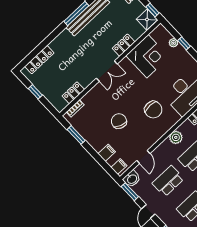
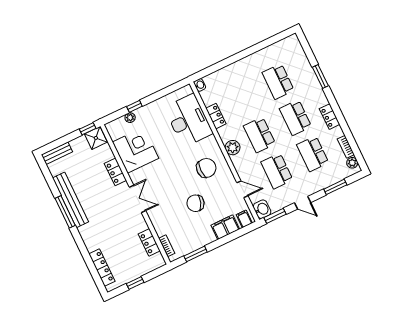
chair: (153, 110) -> (206, 168), moved
filing cabinet: (107, 153) -> (225, 227), width x2.00

